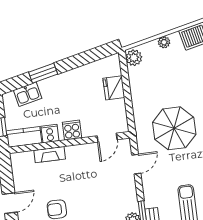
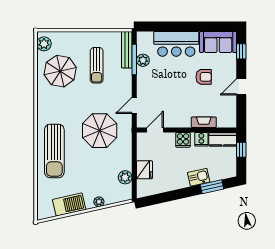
plant: (134, 58) -> (125, 177), moved
window: (43, 73) -> (212, 187), moved
kitchen sink: (28, 94) -> (199, 177), moved

